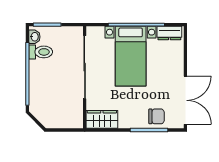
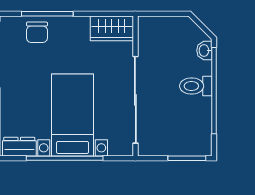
washbasin: (34, 37) -> (204, 50), moved
toilet: (41, 52) -> (196, 86), moved
chair: (157, 116) -> (37, 32), turned -90

